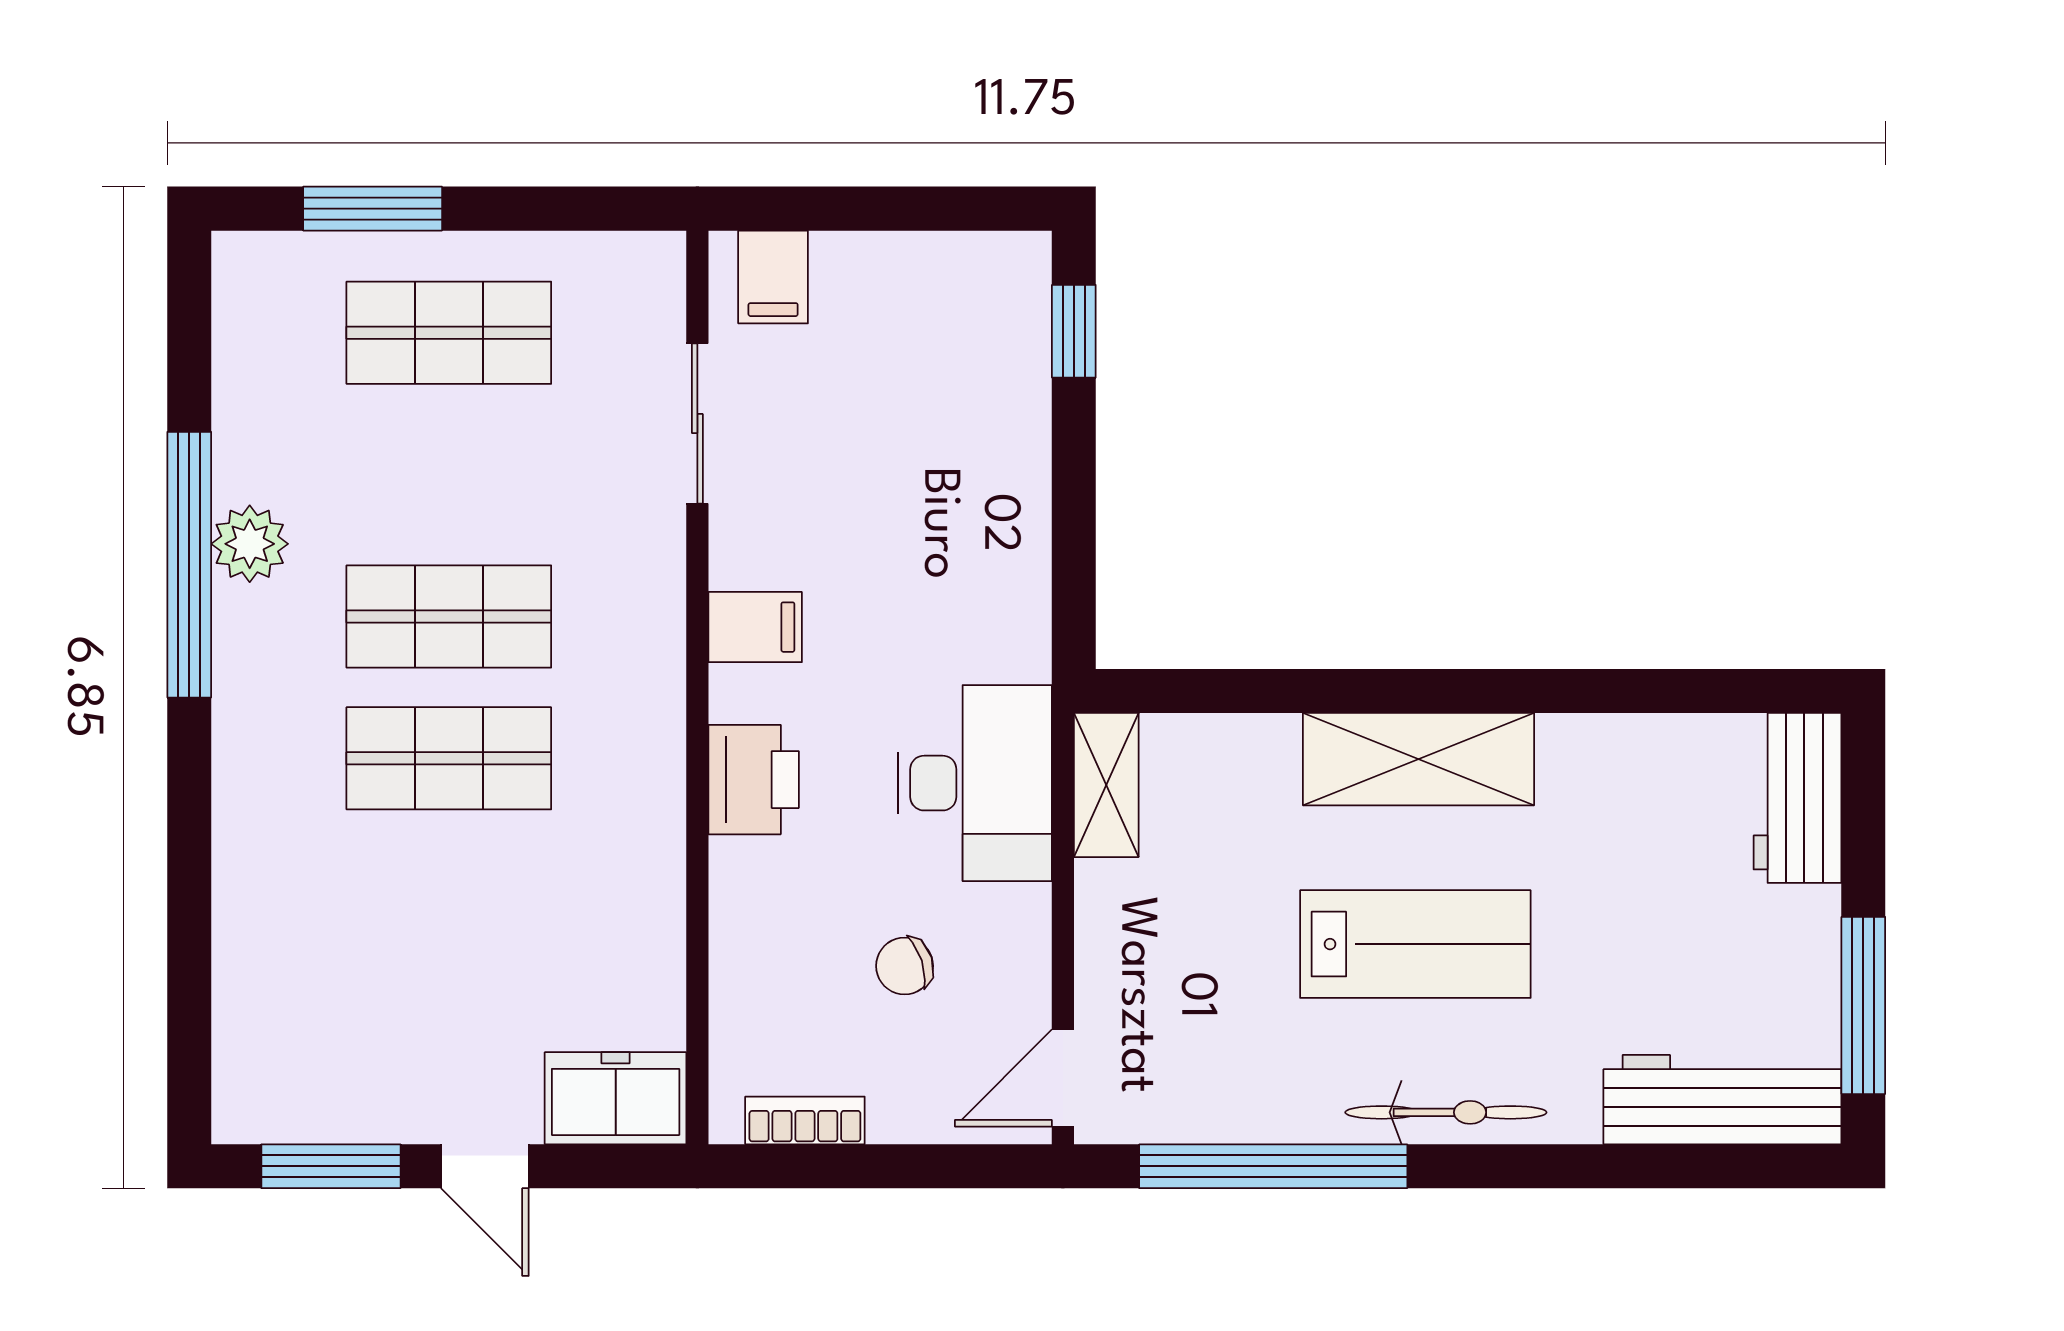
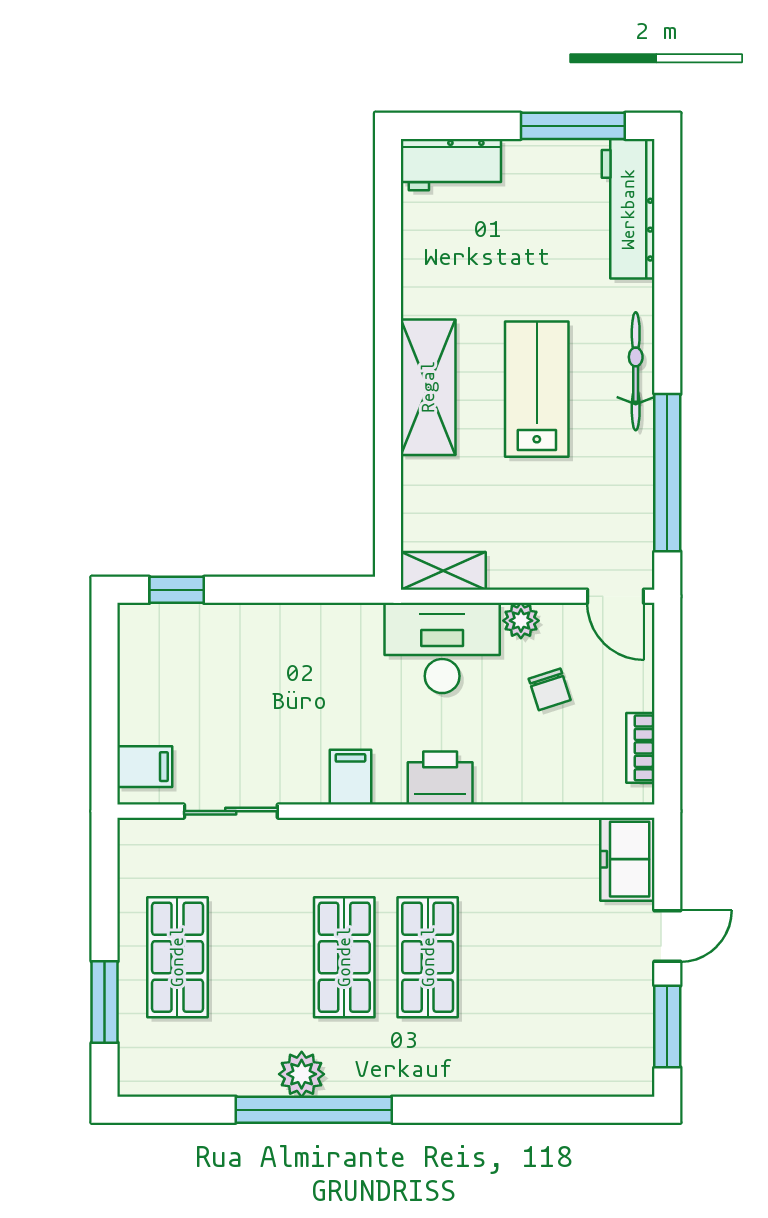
plant: (1022, 917) -> (521, 621), added

